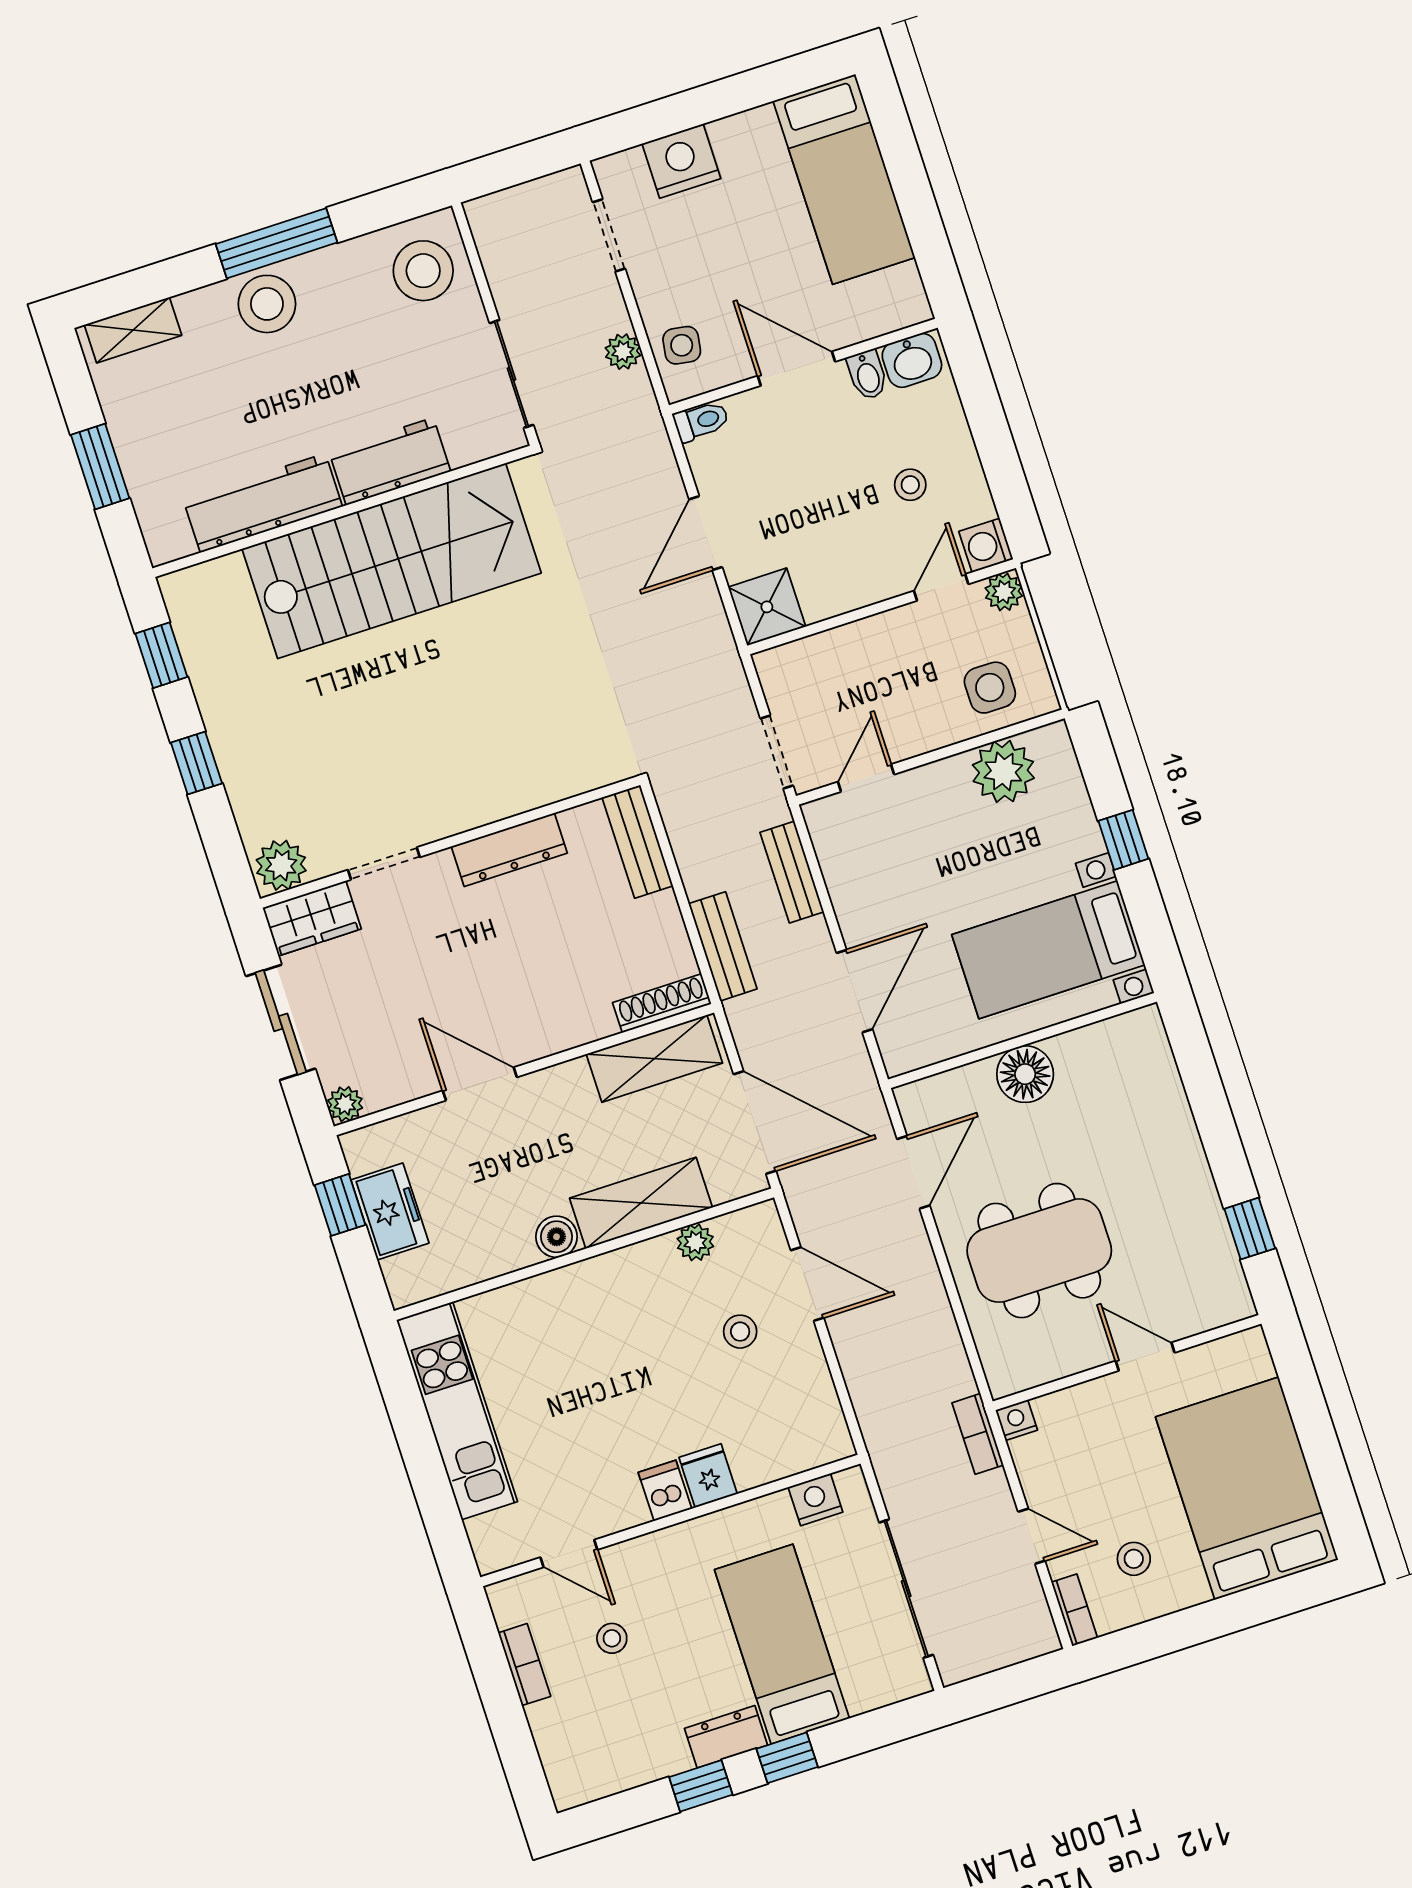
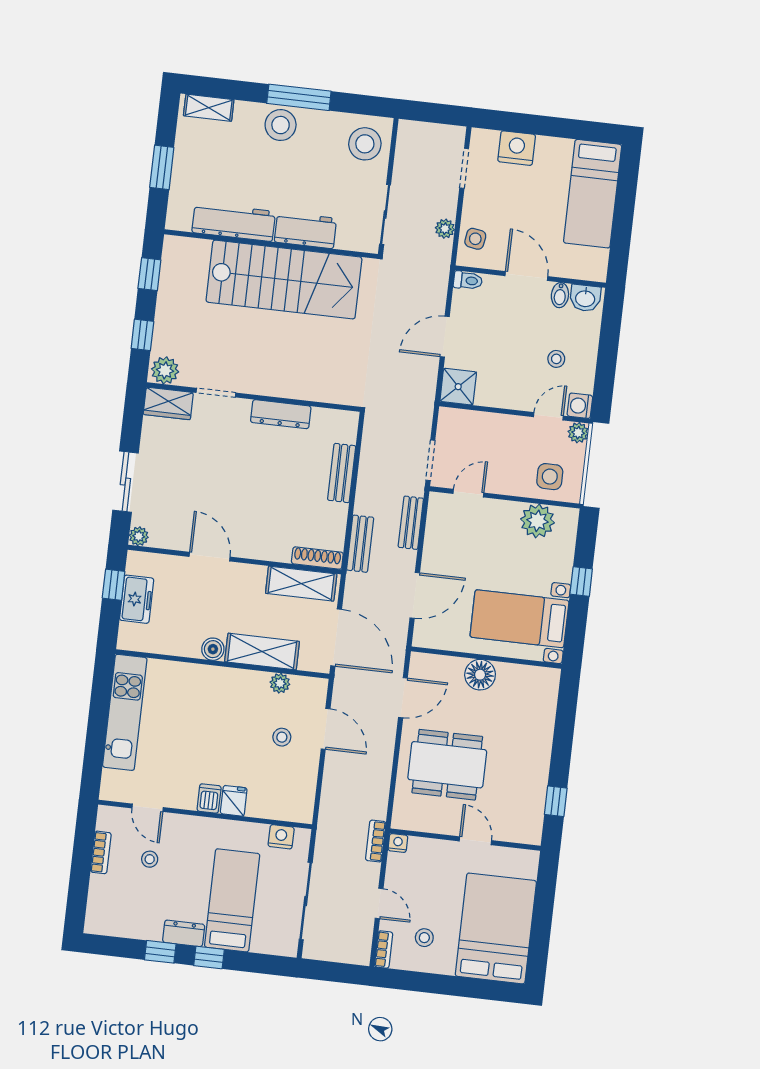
wall: (450, 842) -> (253, 397), moved
dresser: (509, 850) -> (281, 414), moved
doorway: (384, 863) -> (216, 393), moved
plant: (281, 865) -> (165, 370), moved
wardrobe: (312, 918) -> (168, 403), moved

